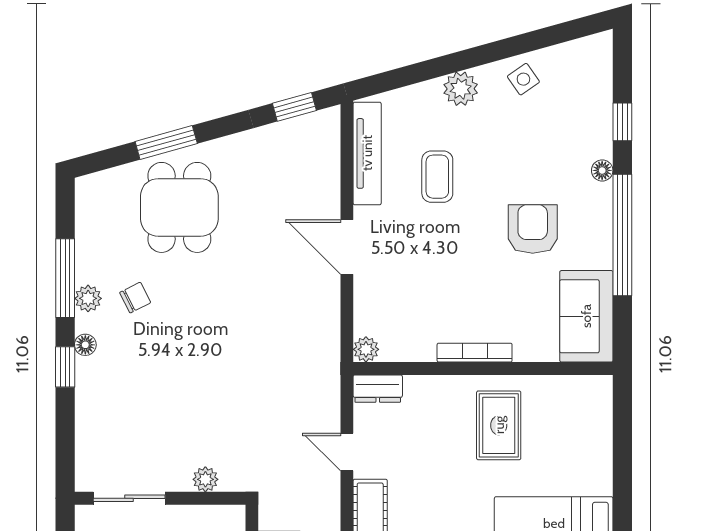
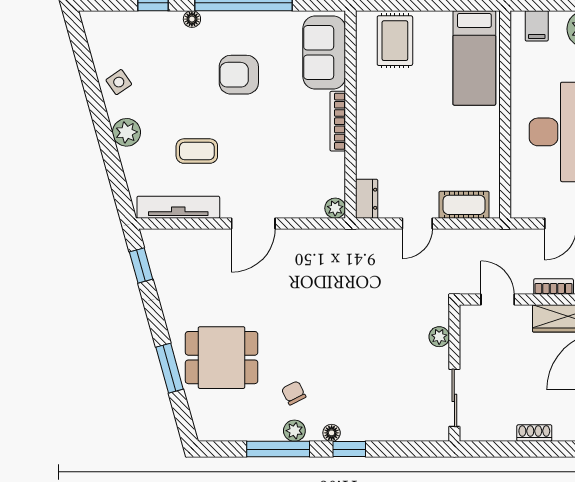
sofa: (586, 316) -> (324, 53), moved, turned 90
rug: (499, 425) -> (395, 41), moved, turned 90

